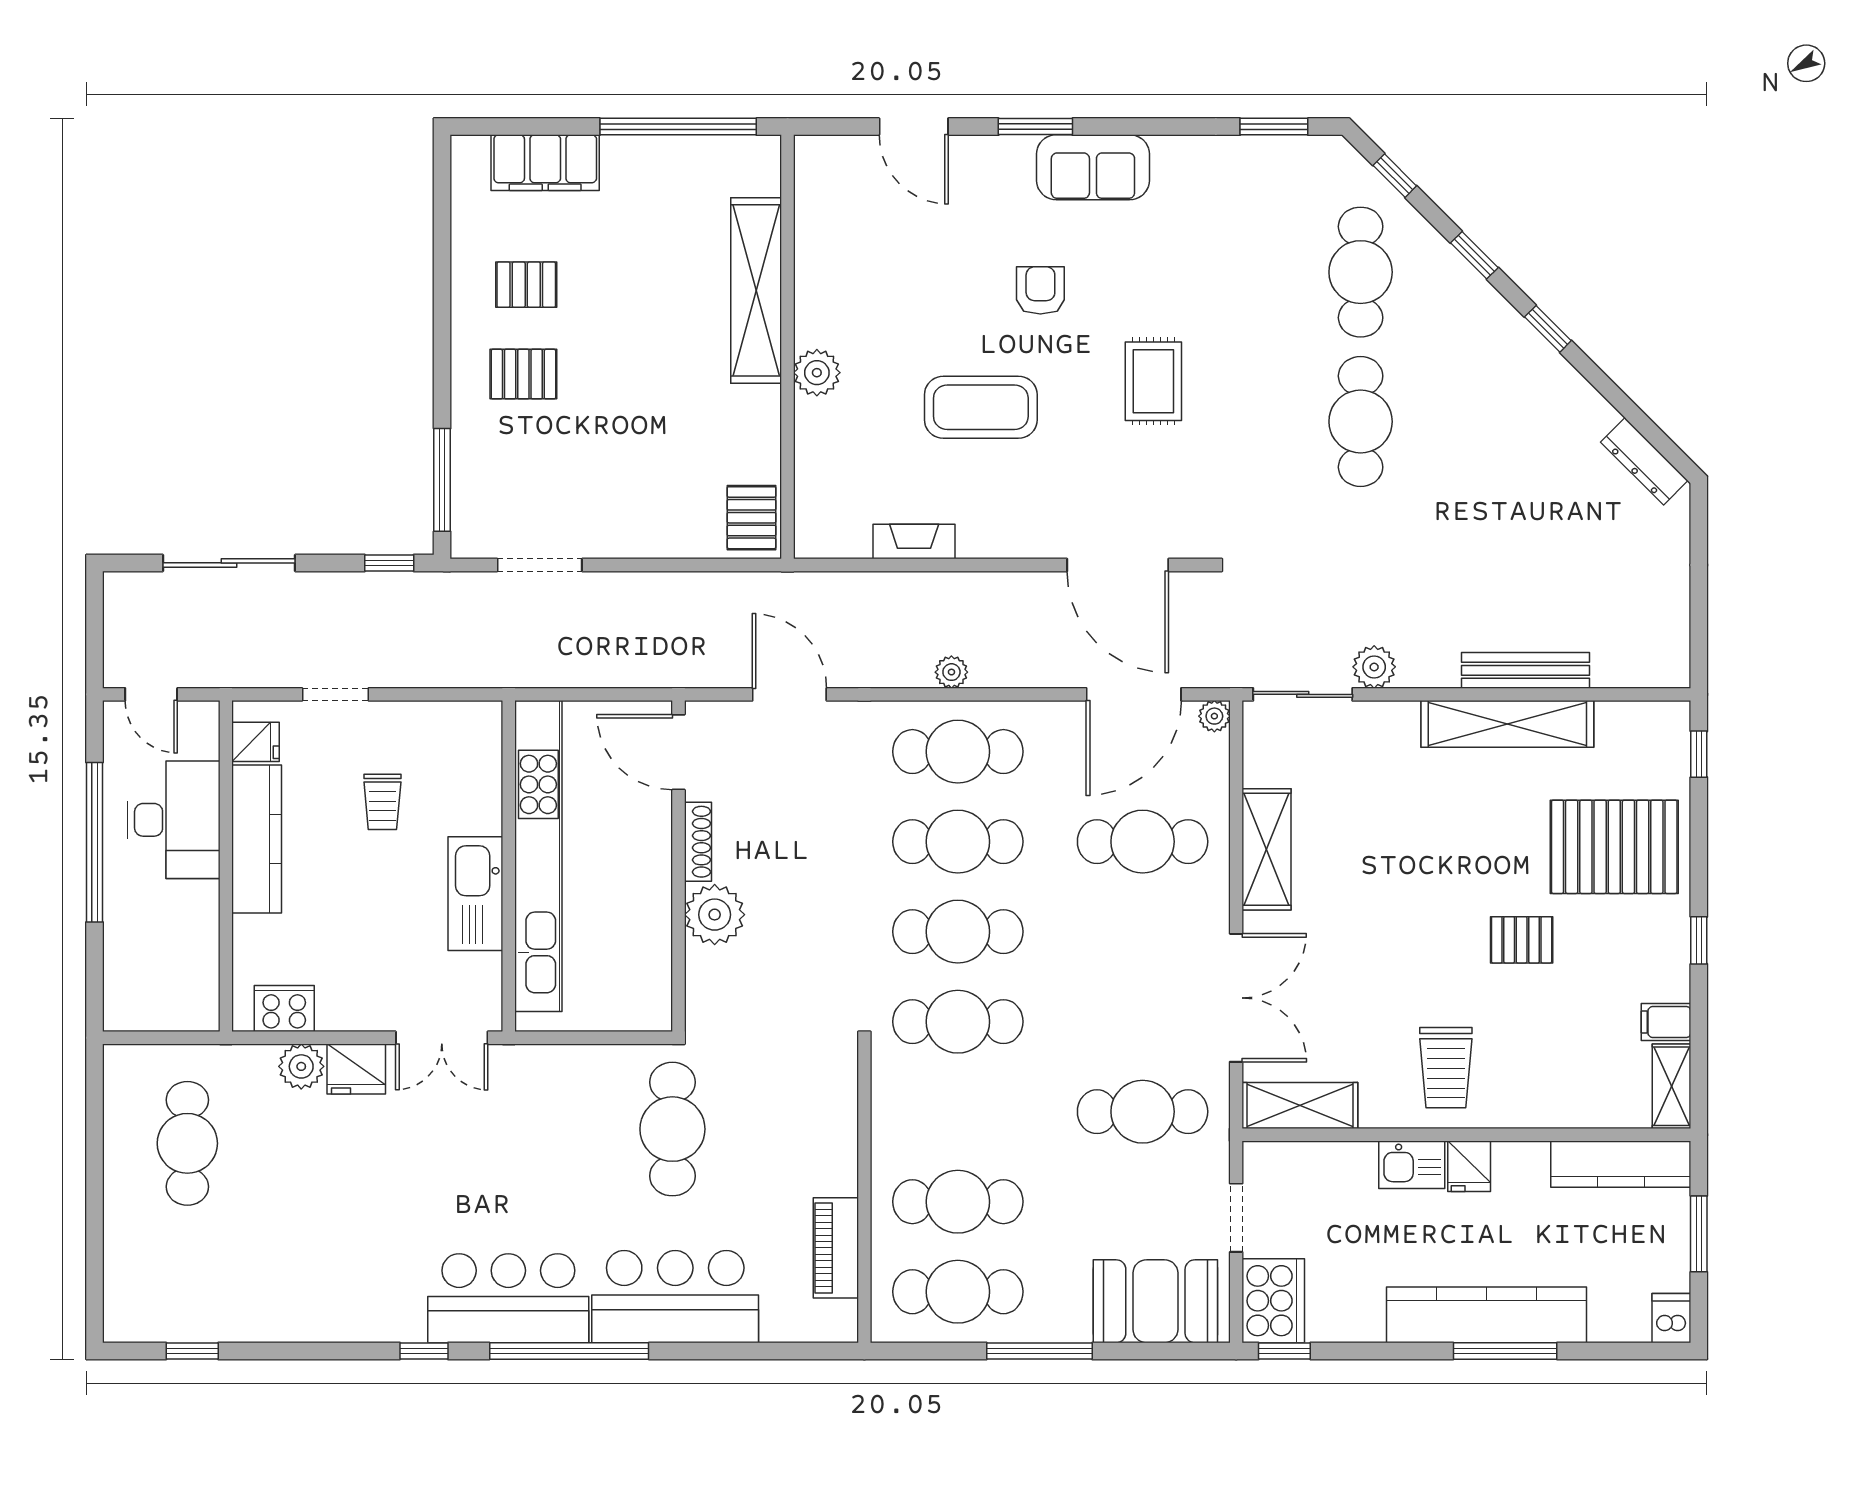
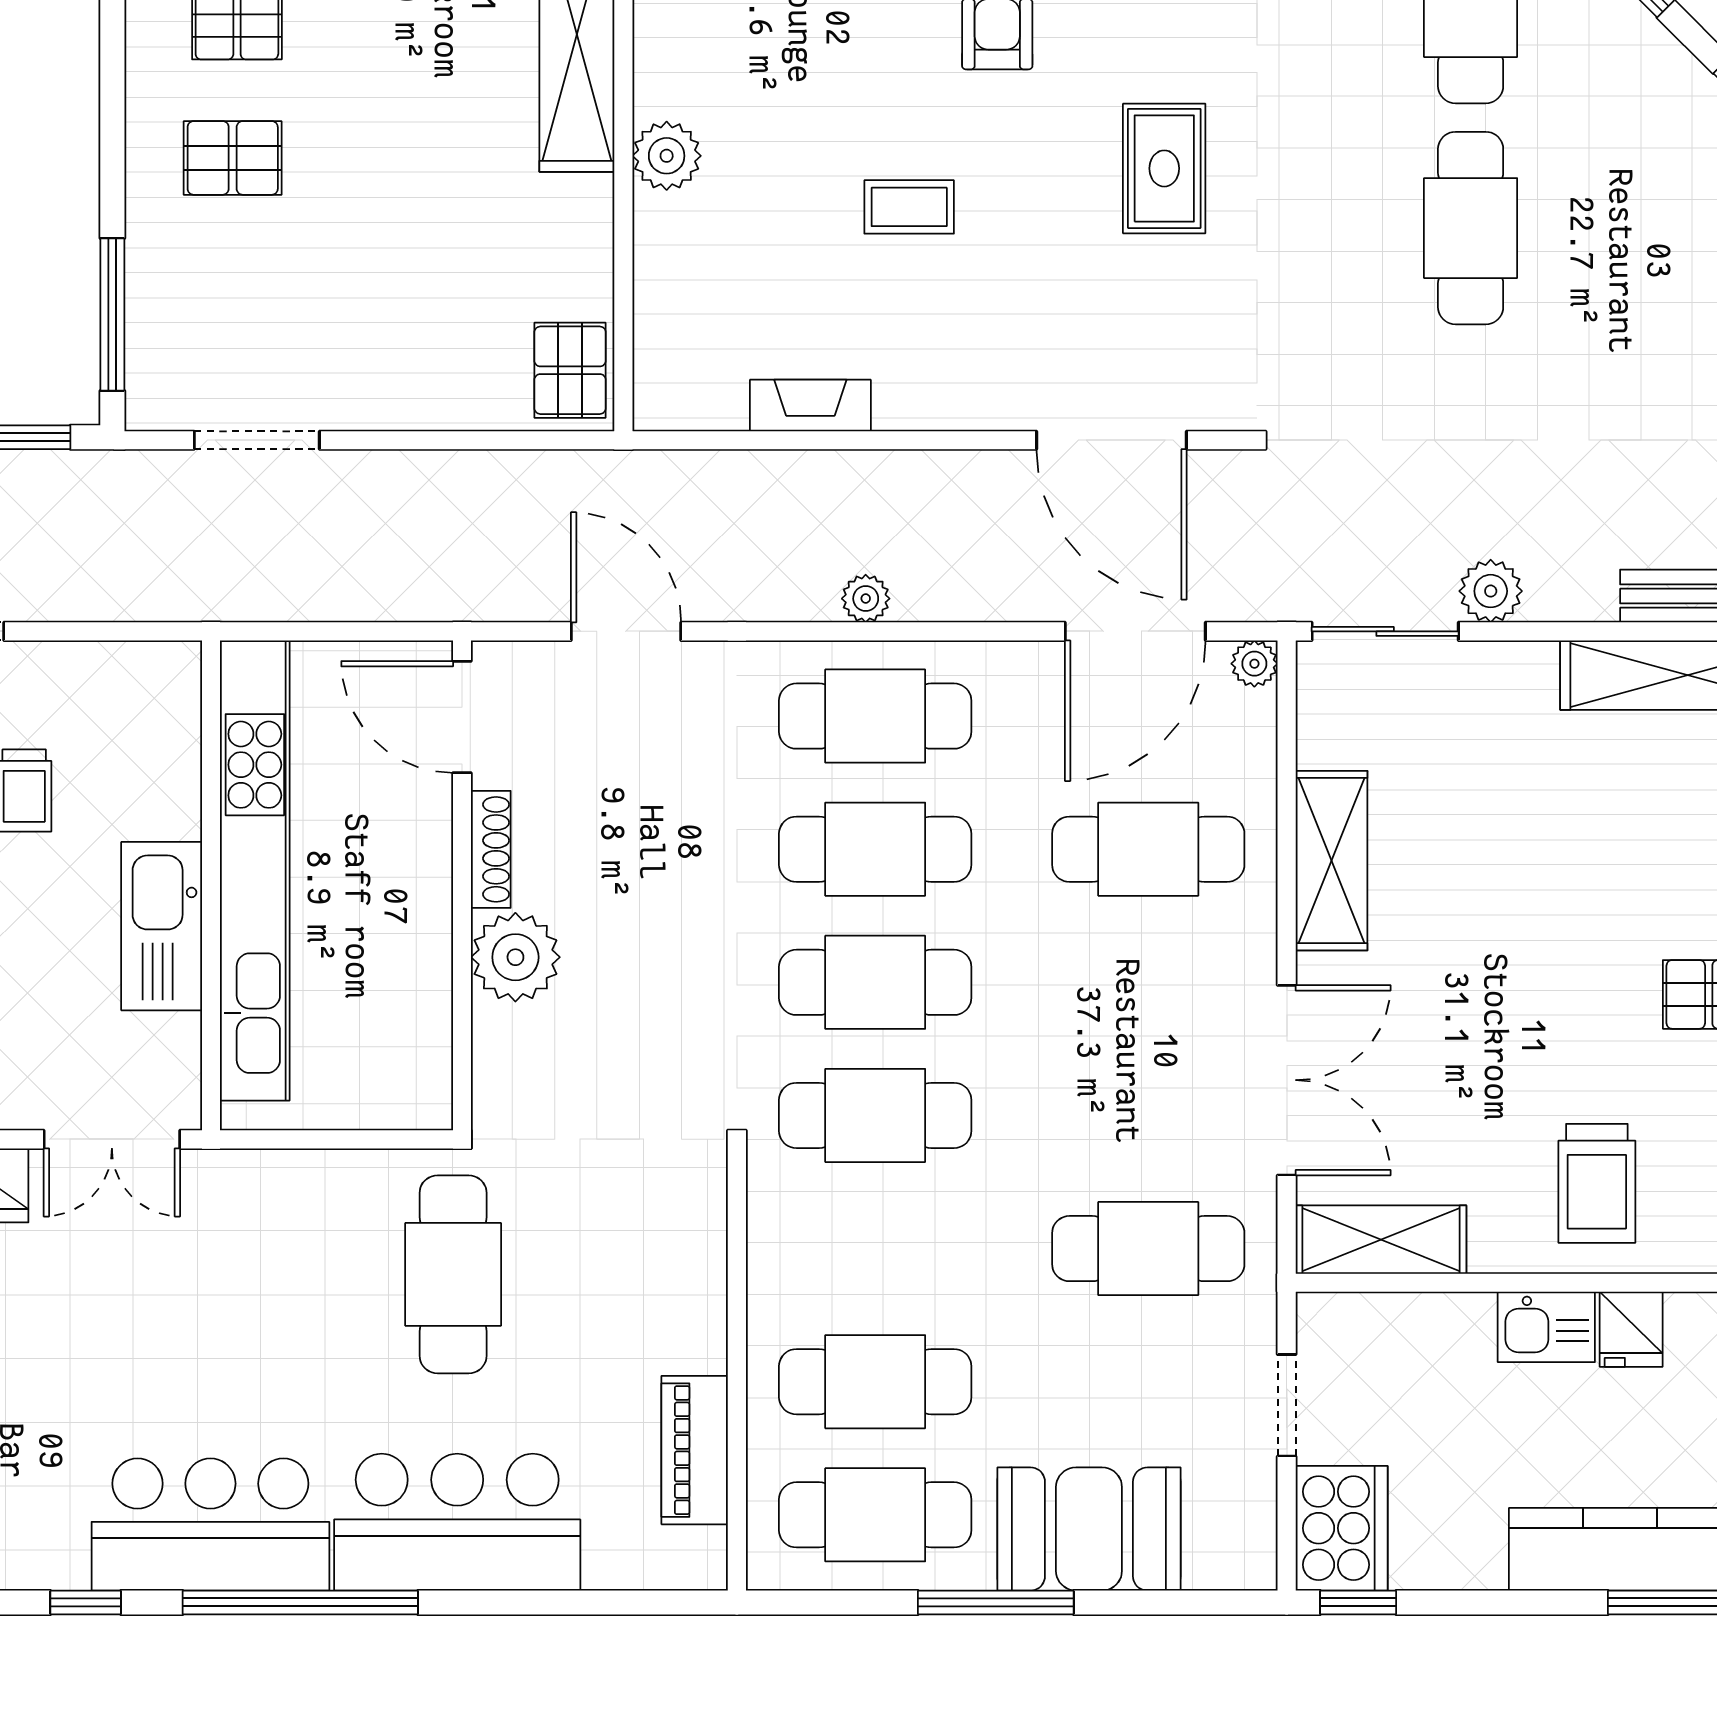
coffee table: (981, 407) -> (909, 207), width x0.54, depth x0.58
booth: (1155, 1301) -> (1089, 1529), moved

